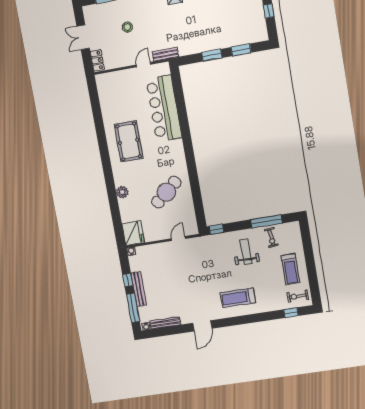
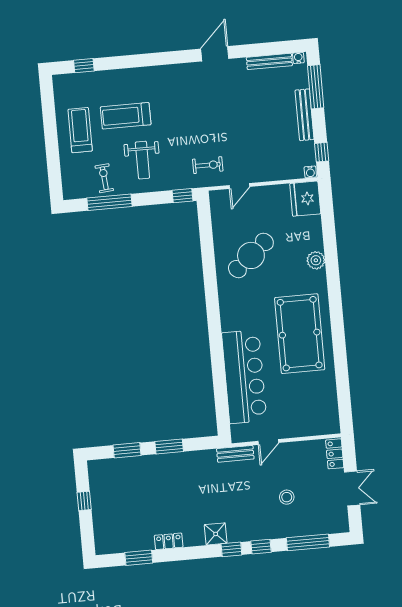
pool table: (129, 141) -> (300, 334), width x1.36, depth x1.32
window: (128, 280) -> (322, 152), moved
exercise bike: (298, 296) -> (208, 165), moved
treadmill: (238, 298) -> (126, 116), moved, turned 180

